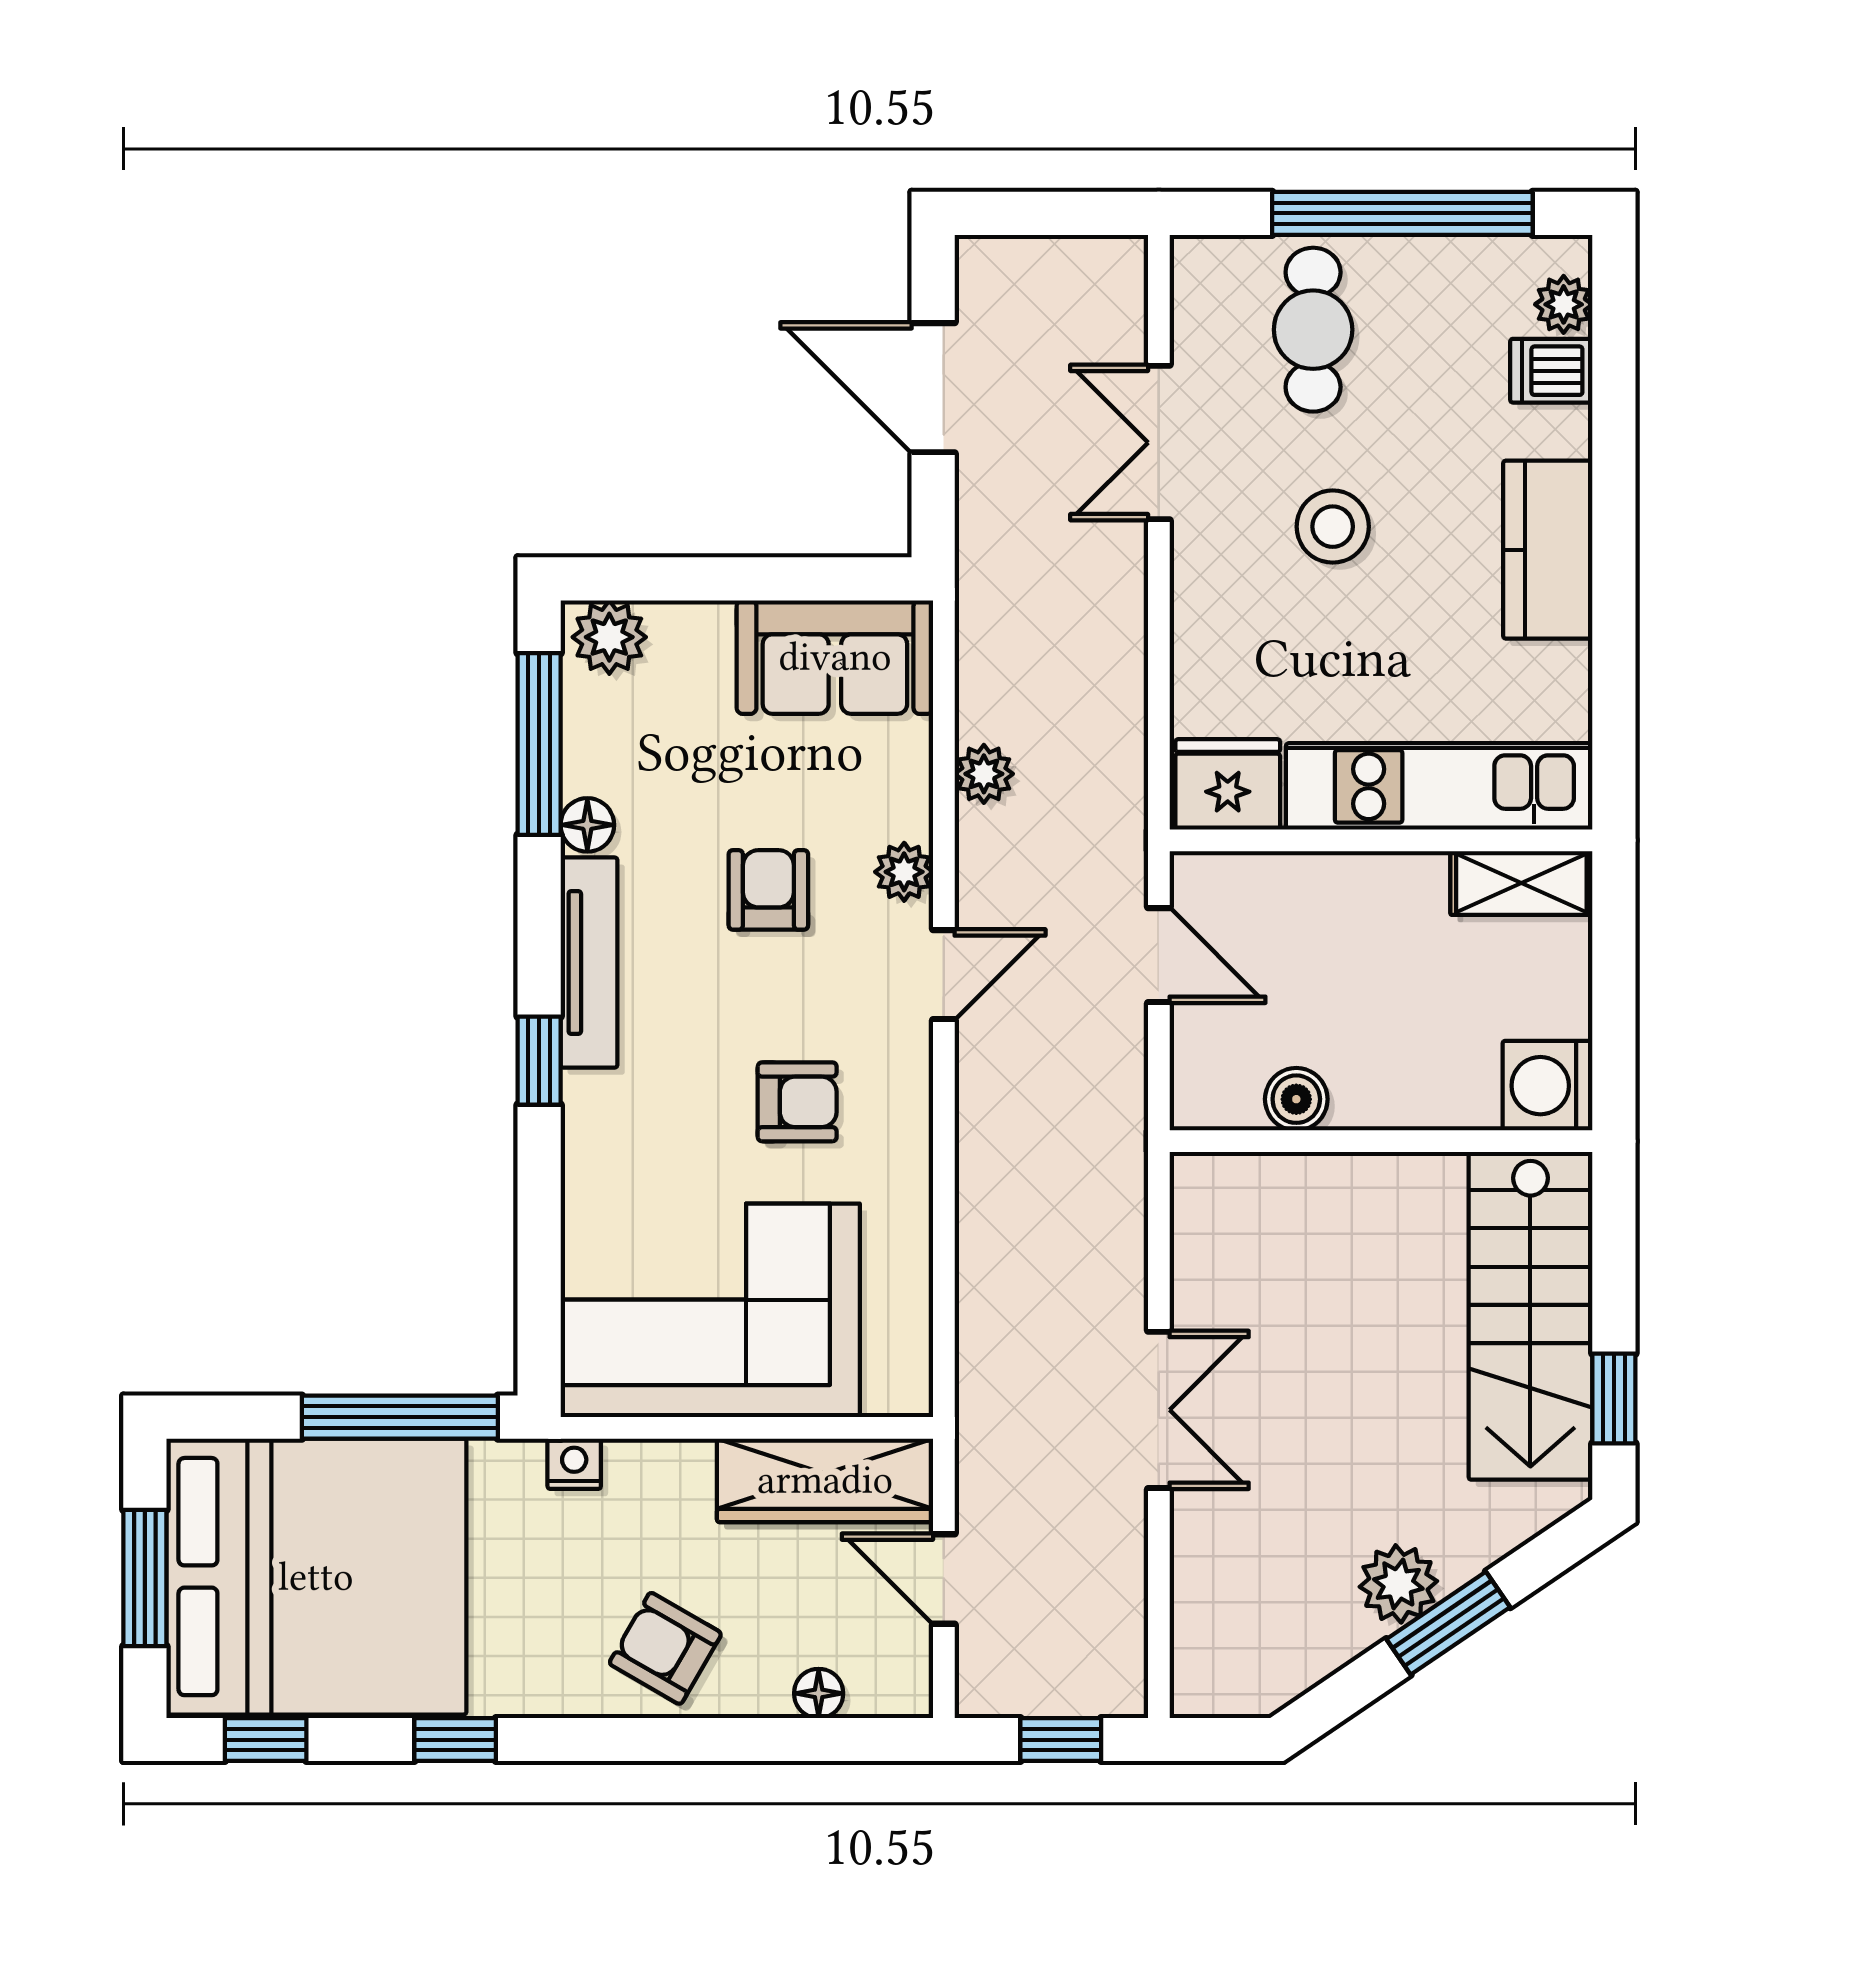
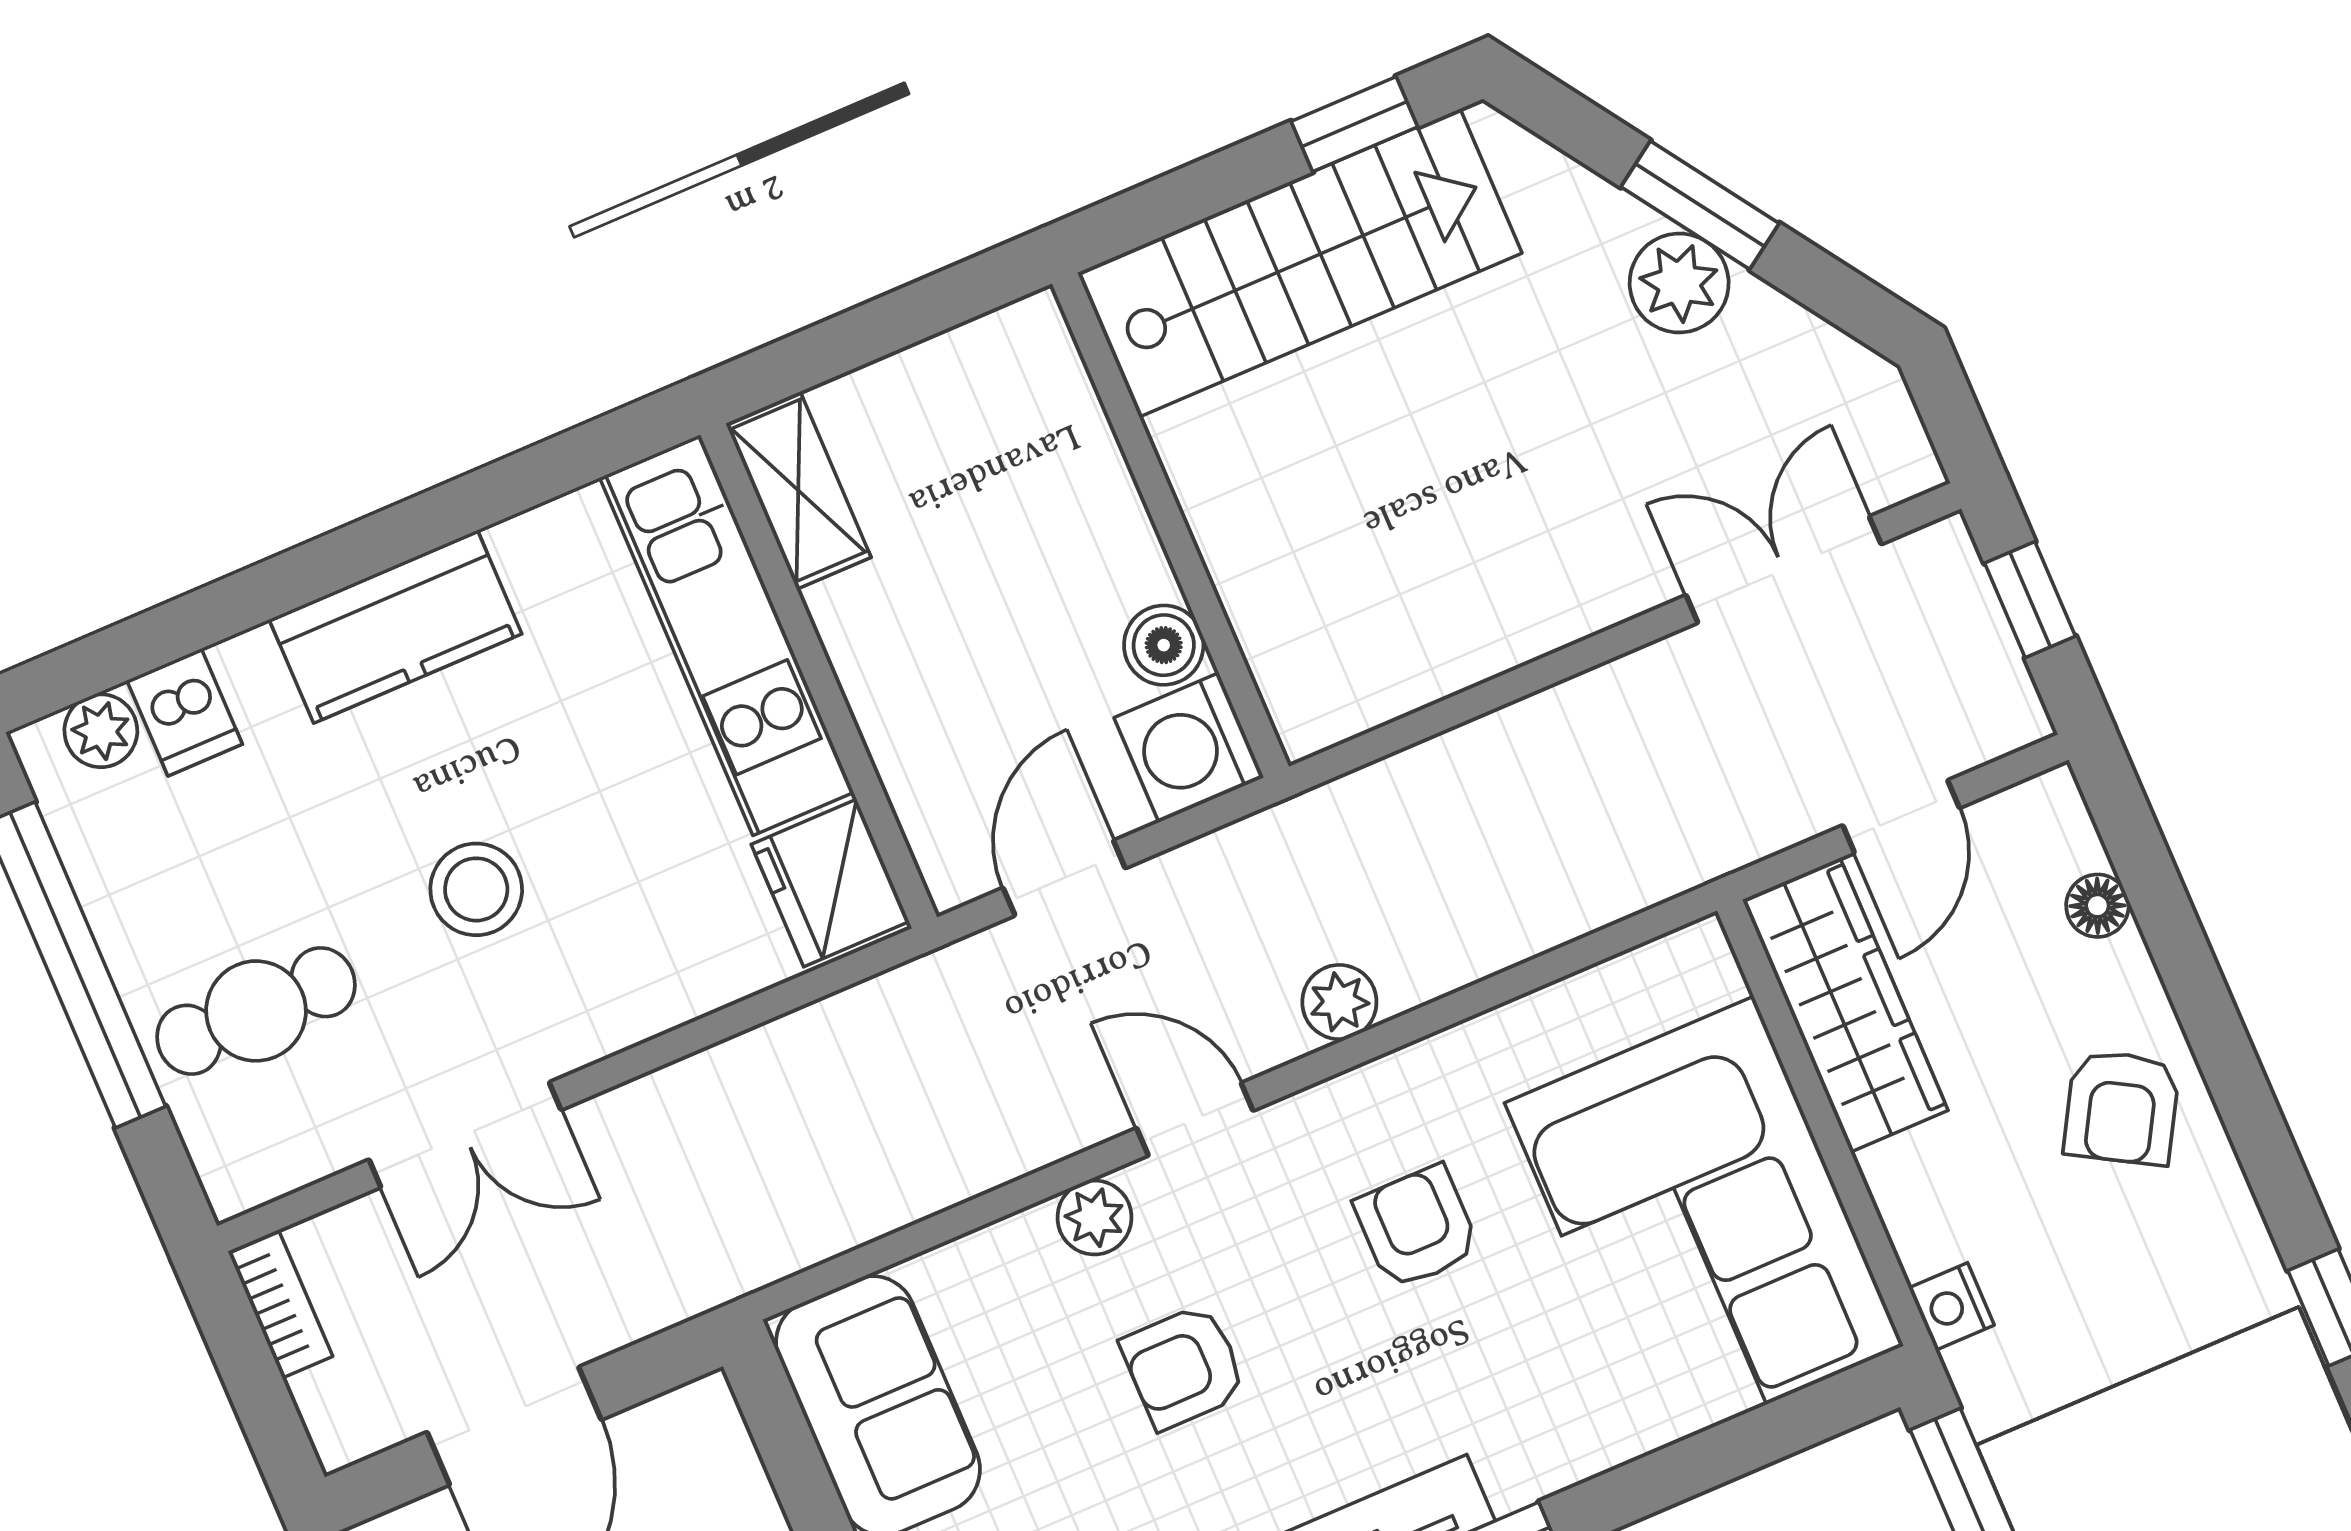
bookcase: (1094, 257) -> (280, 1304), added
plant: (984, 774) -> (1339, 1002), moved
washing machine: (1547, 1086) -> (1189, 748), moved, turned 90
double door: (1159, 1410) -> (1784, 570), moved

